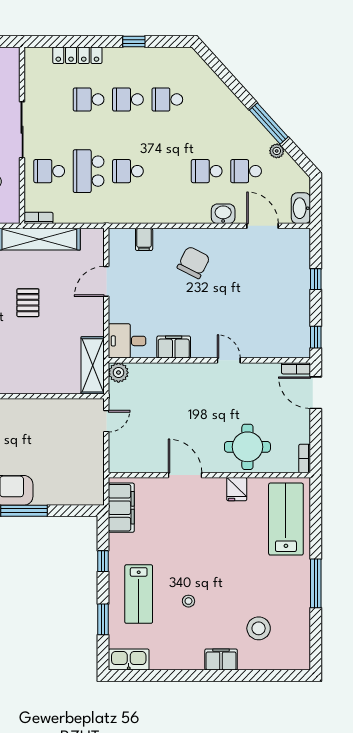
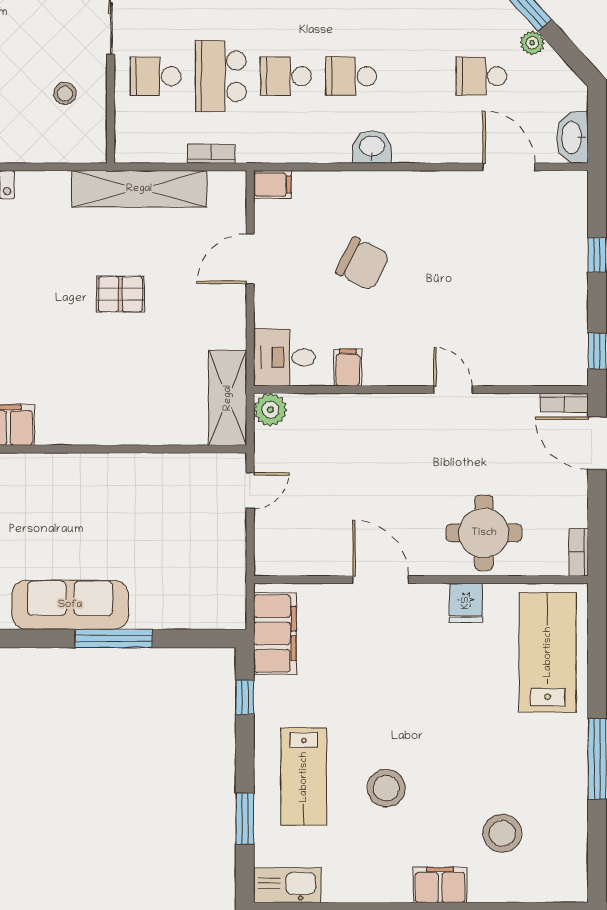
school desk: (207, 171) -> (351, 76), moved
washbasin: (223, 214) -> (372, 147), moved
bookcase: (39, 218) -> (211, 154), moved
filing cabinet: (144, 239) -> (272, 184), moved, turned -90
chair: (194, 262) -> (363, 264), moved, turned 90
pallet: (28, 303) -> (120, 294), turned 90
filing cabinet: (174, 347) -> (348, 368), width x0.50
window: (103, 561) -> (245, 697), moved
stool: (188, 601) -> (386, 788), width x1.89, depth x1.89

